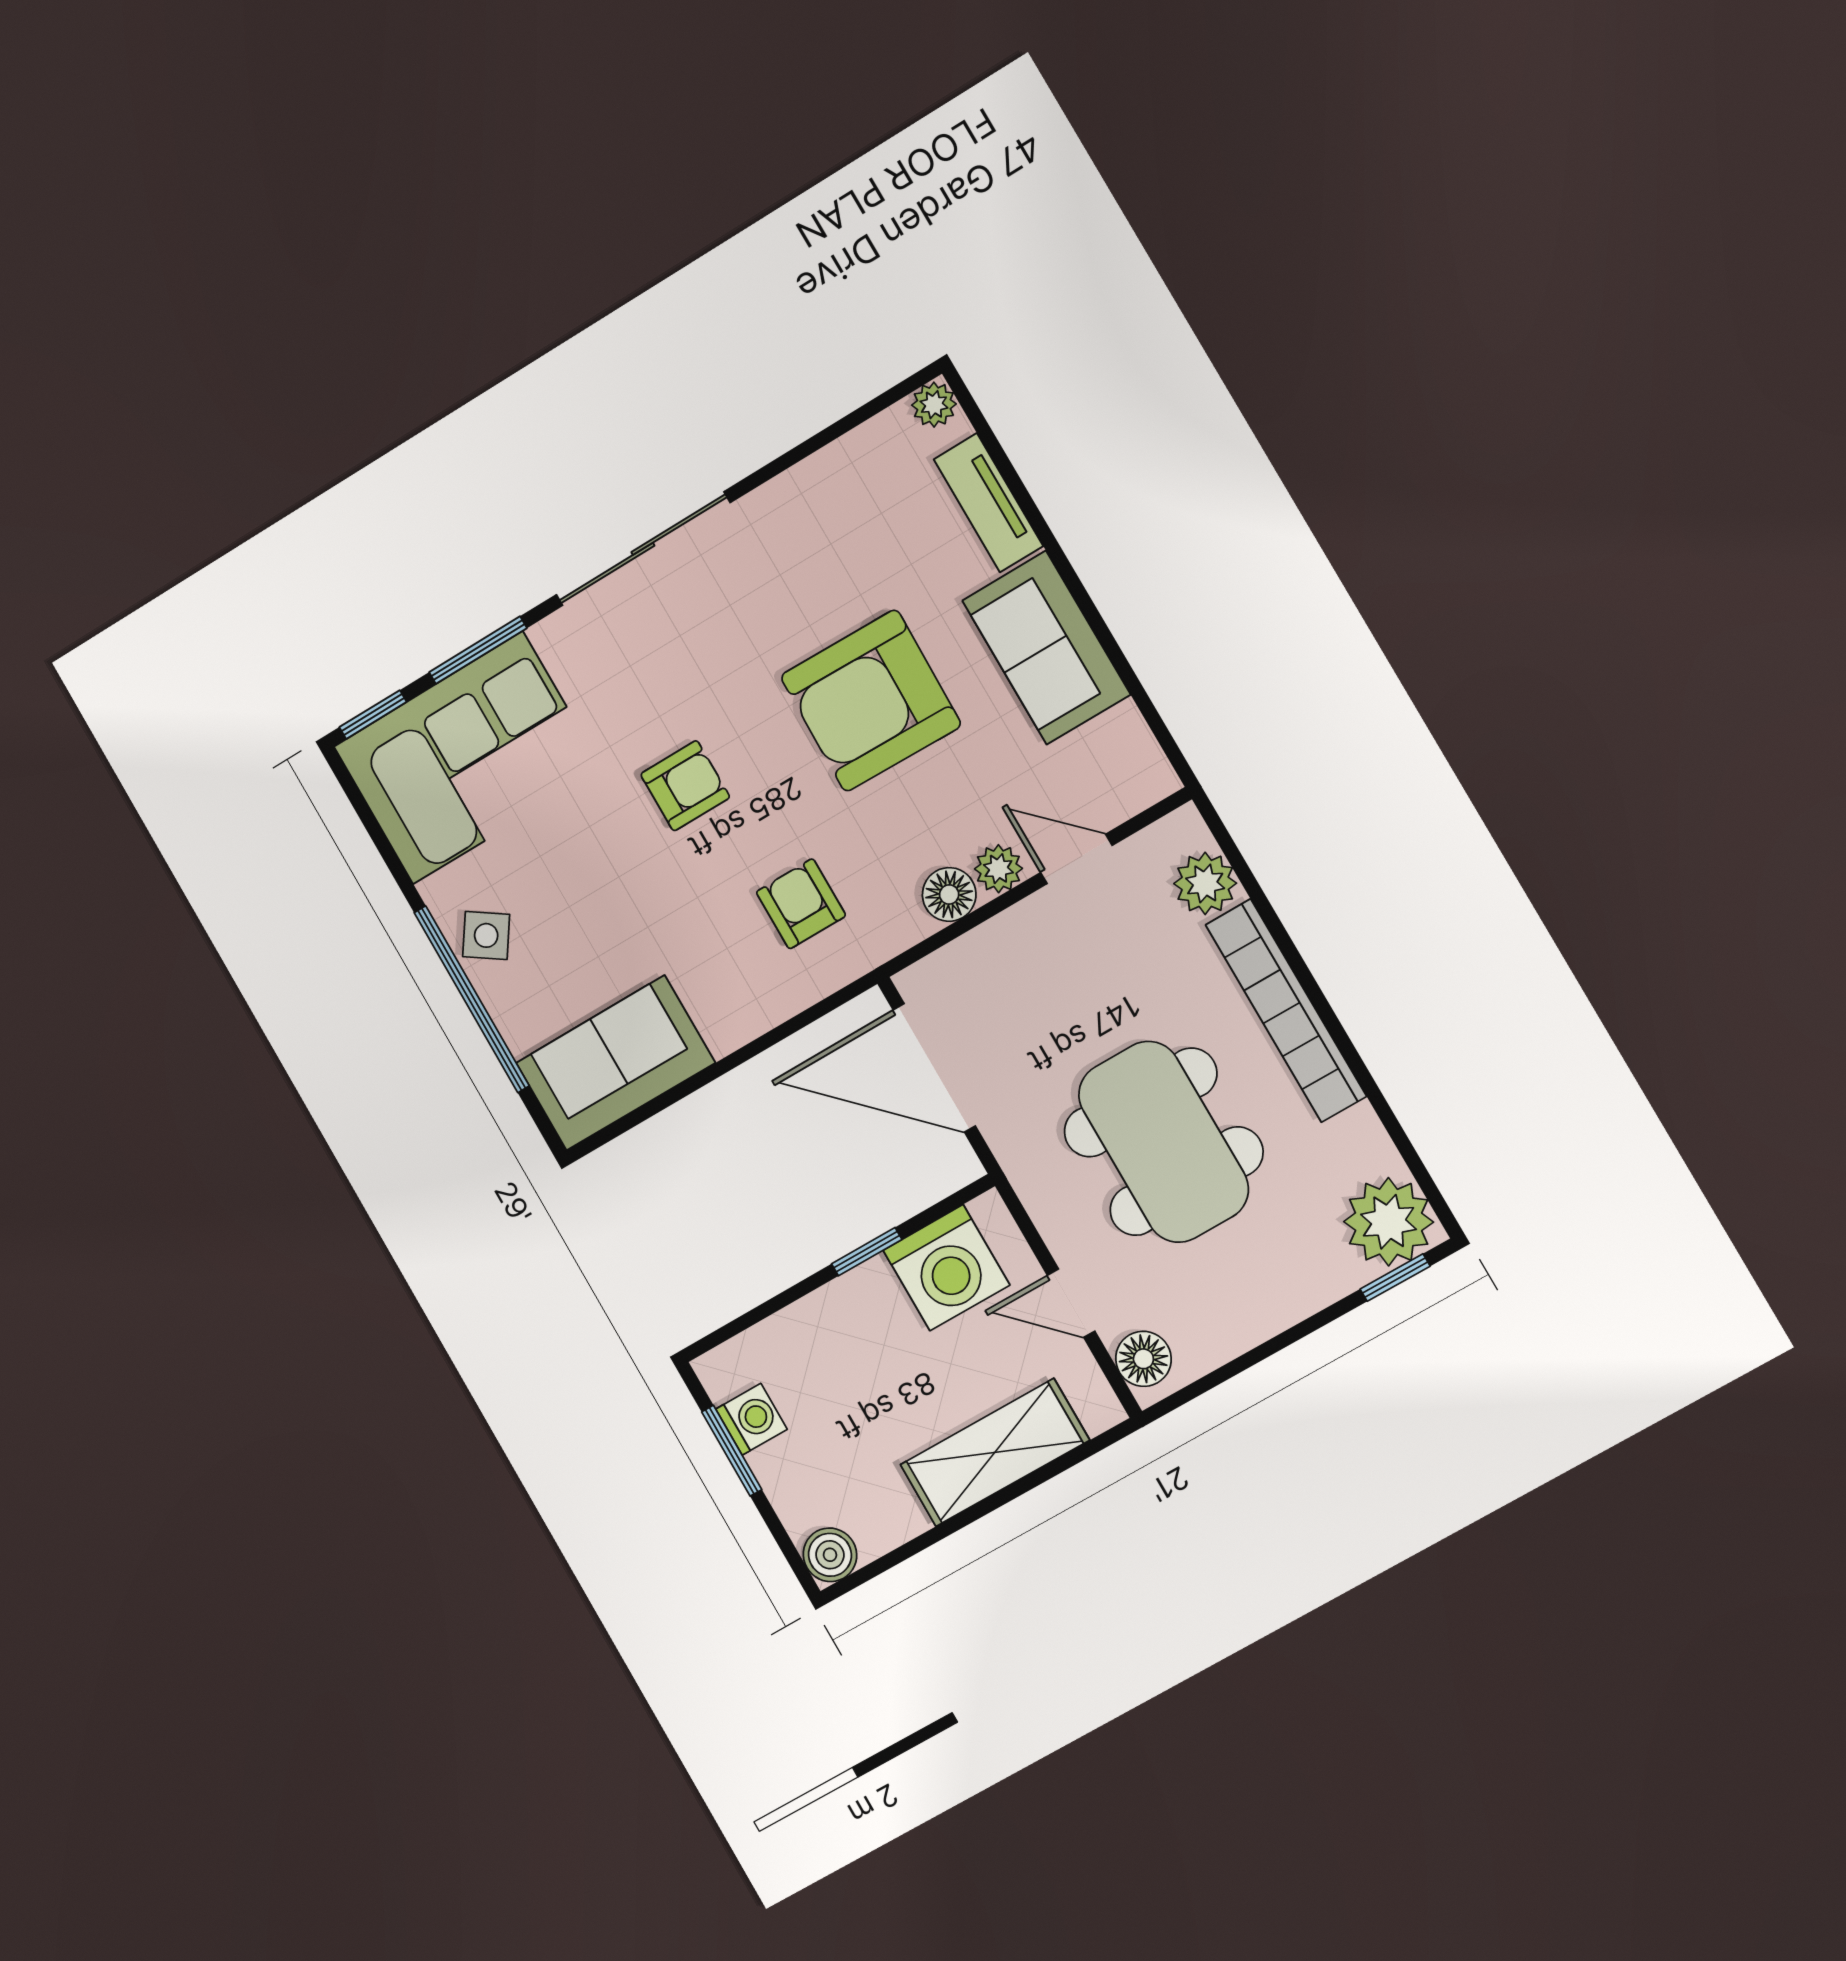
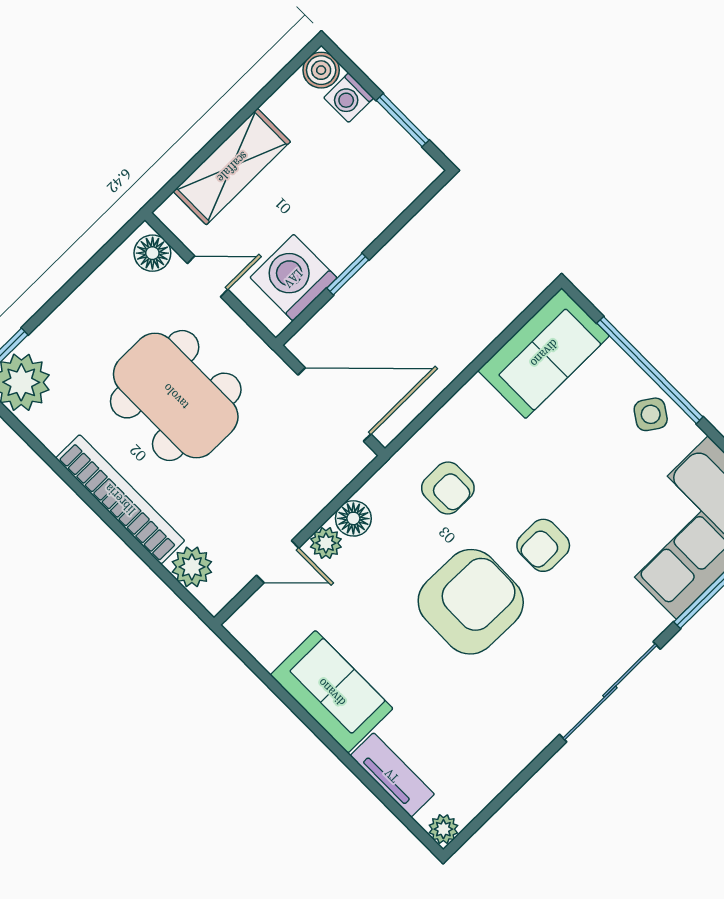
armchair: (871, 701) -> (471, 602), moved
washing machine: (751, 1419) -> (349, 98), moved

